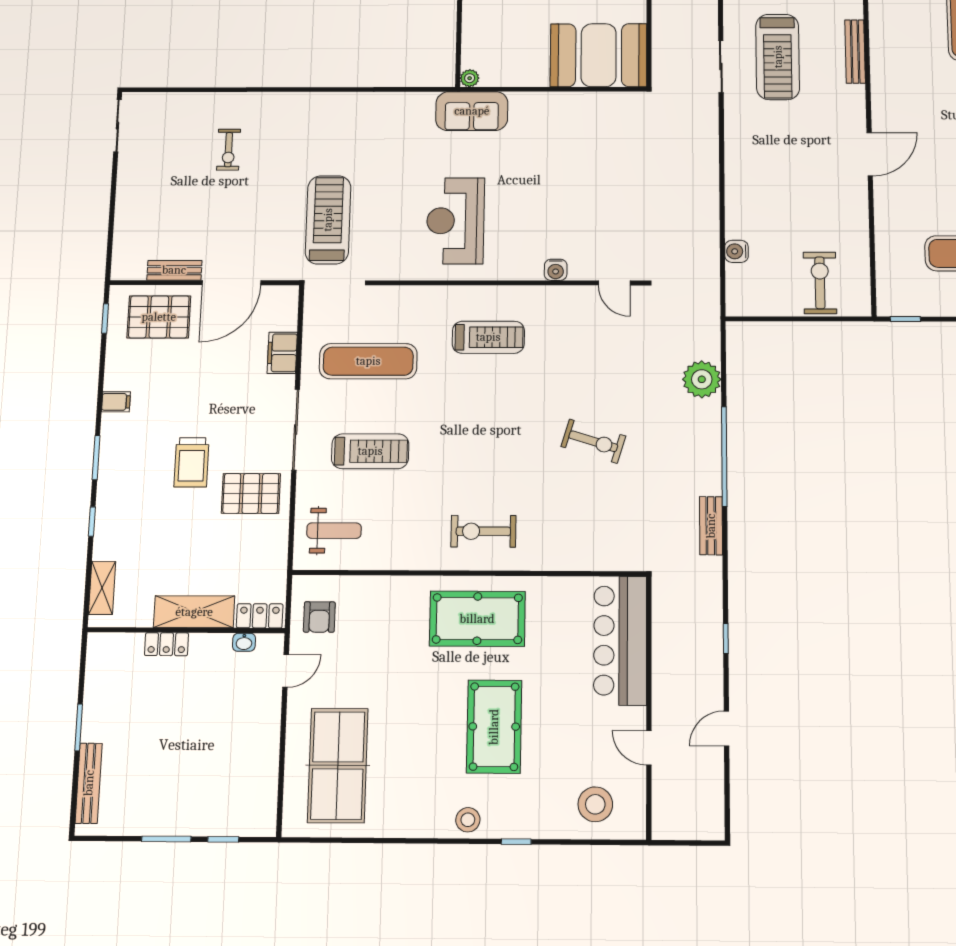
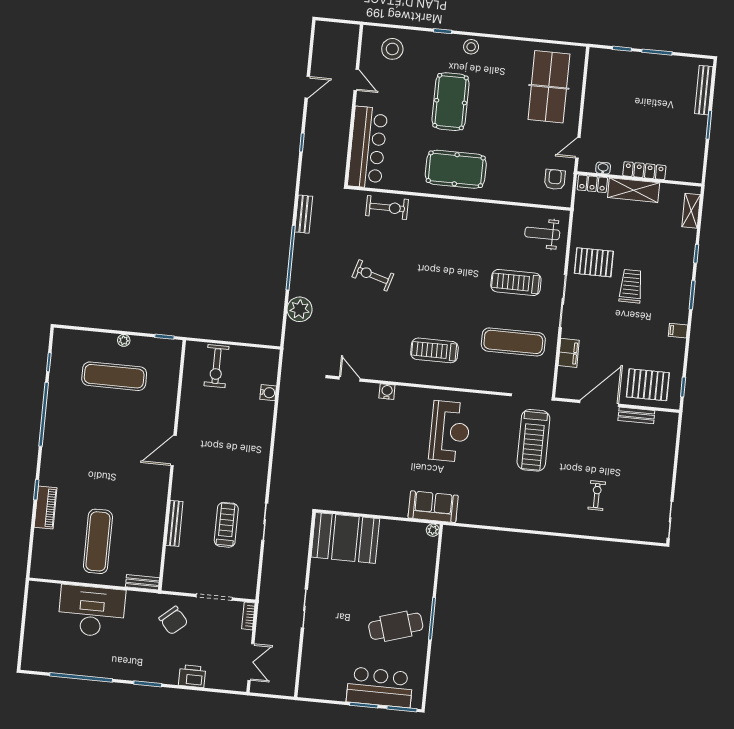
treadmill: (778, 57) -> (226, 525), width x0.73, depth x0.73
exercise bike: (483, 531) -> (387, 208), moved
locker: (166, 644) -> (644, 171), width x1.53

